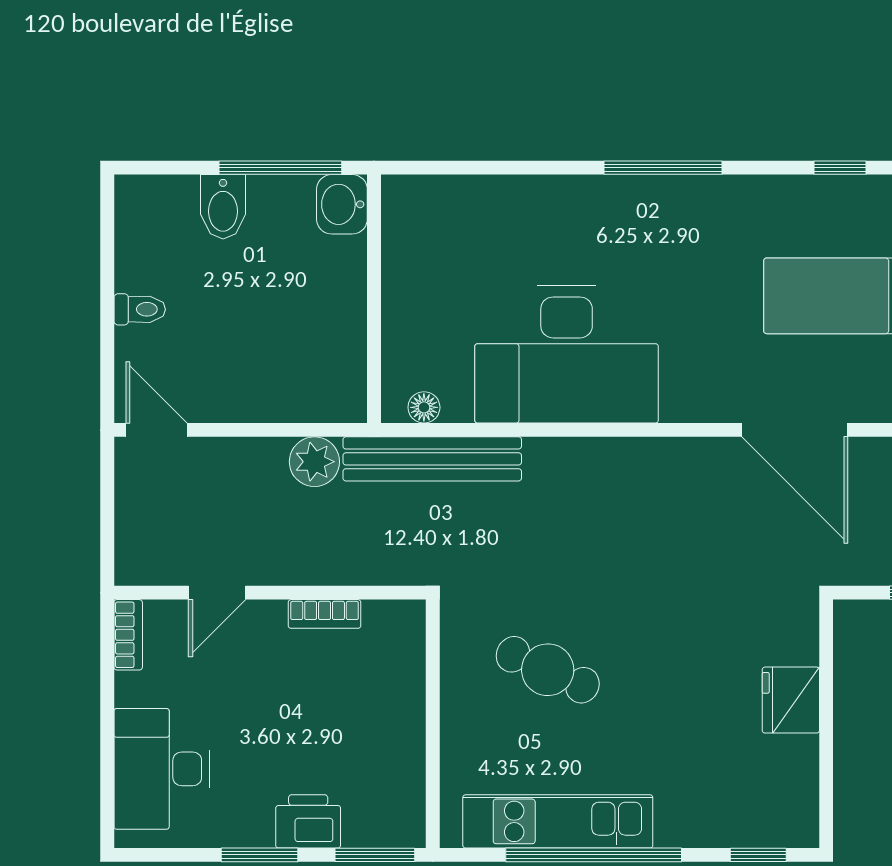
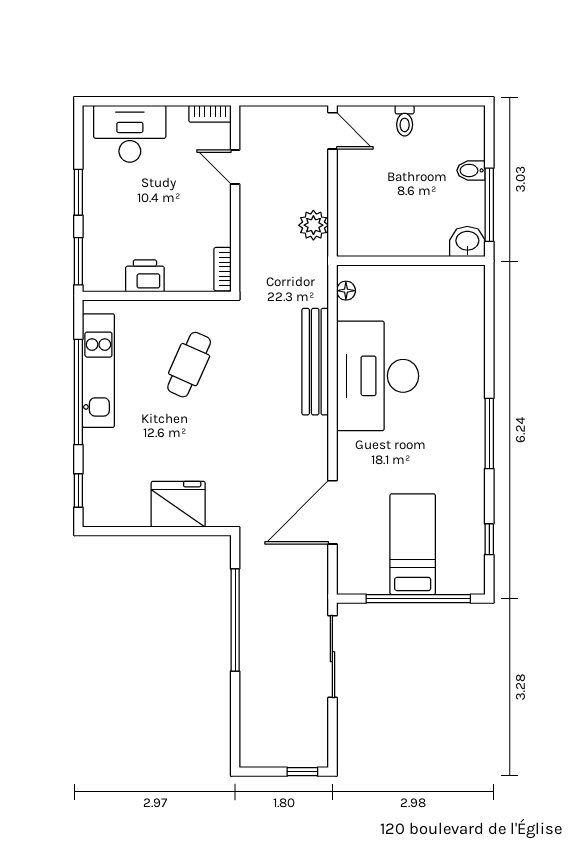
bidet: (223, 207) -> (471, 170), width x0.72, depth x0.74
door: (157, 430) -> (332, 131), hinge flipped
bench: (432, 459) -> (315, 362), moved
bookcase: (325, 614) -> (222, 269), moved
fridge: (791, 700) -> (178, 504), width x1.36, depth x1.34
printer: (308, 821) -> (145, 276), moved, turned -90

